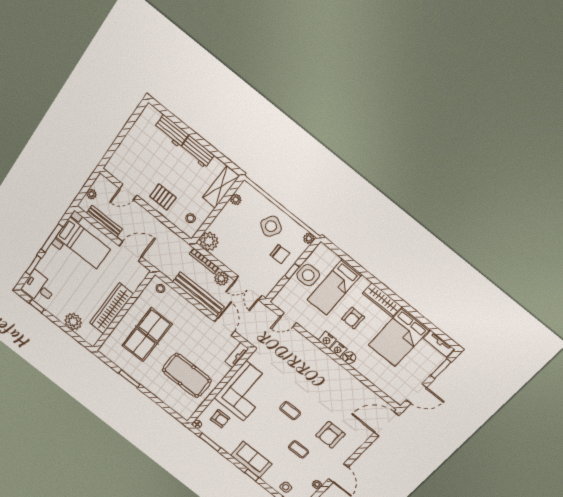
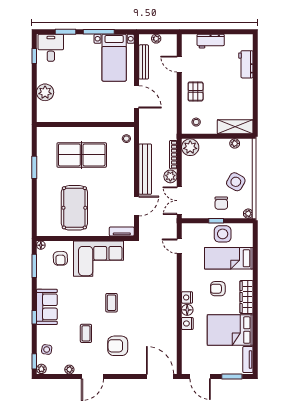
workbench: (197, 152) -> (211, 41), moved, turned -90
wardrobe: (111, 308) -> (80, 114), removed
nightstand: (327, 340) -> (187, 323), moved

